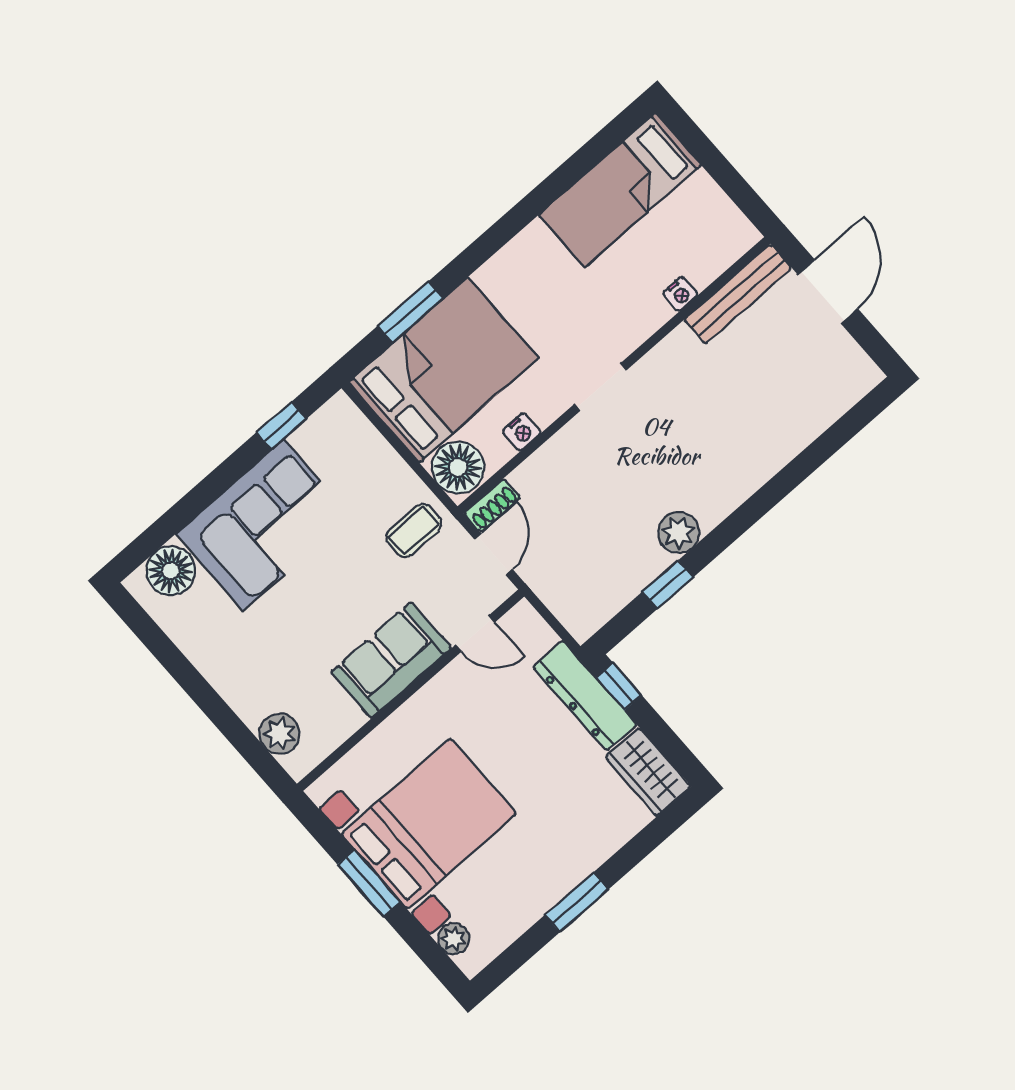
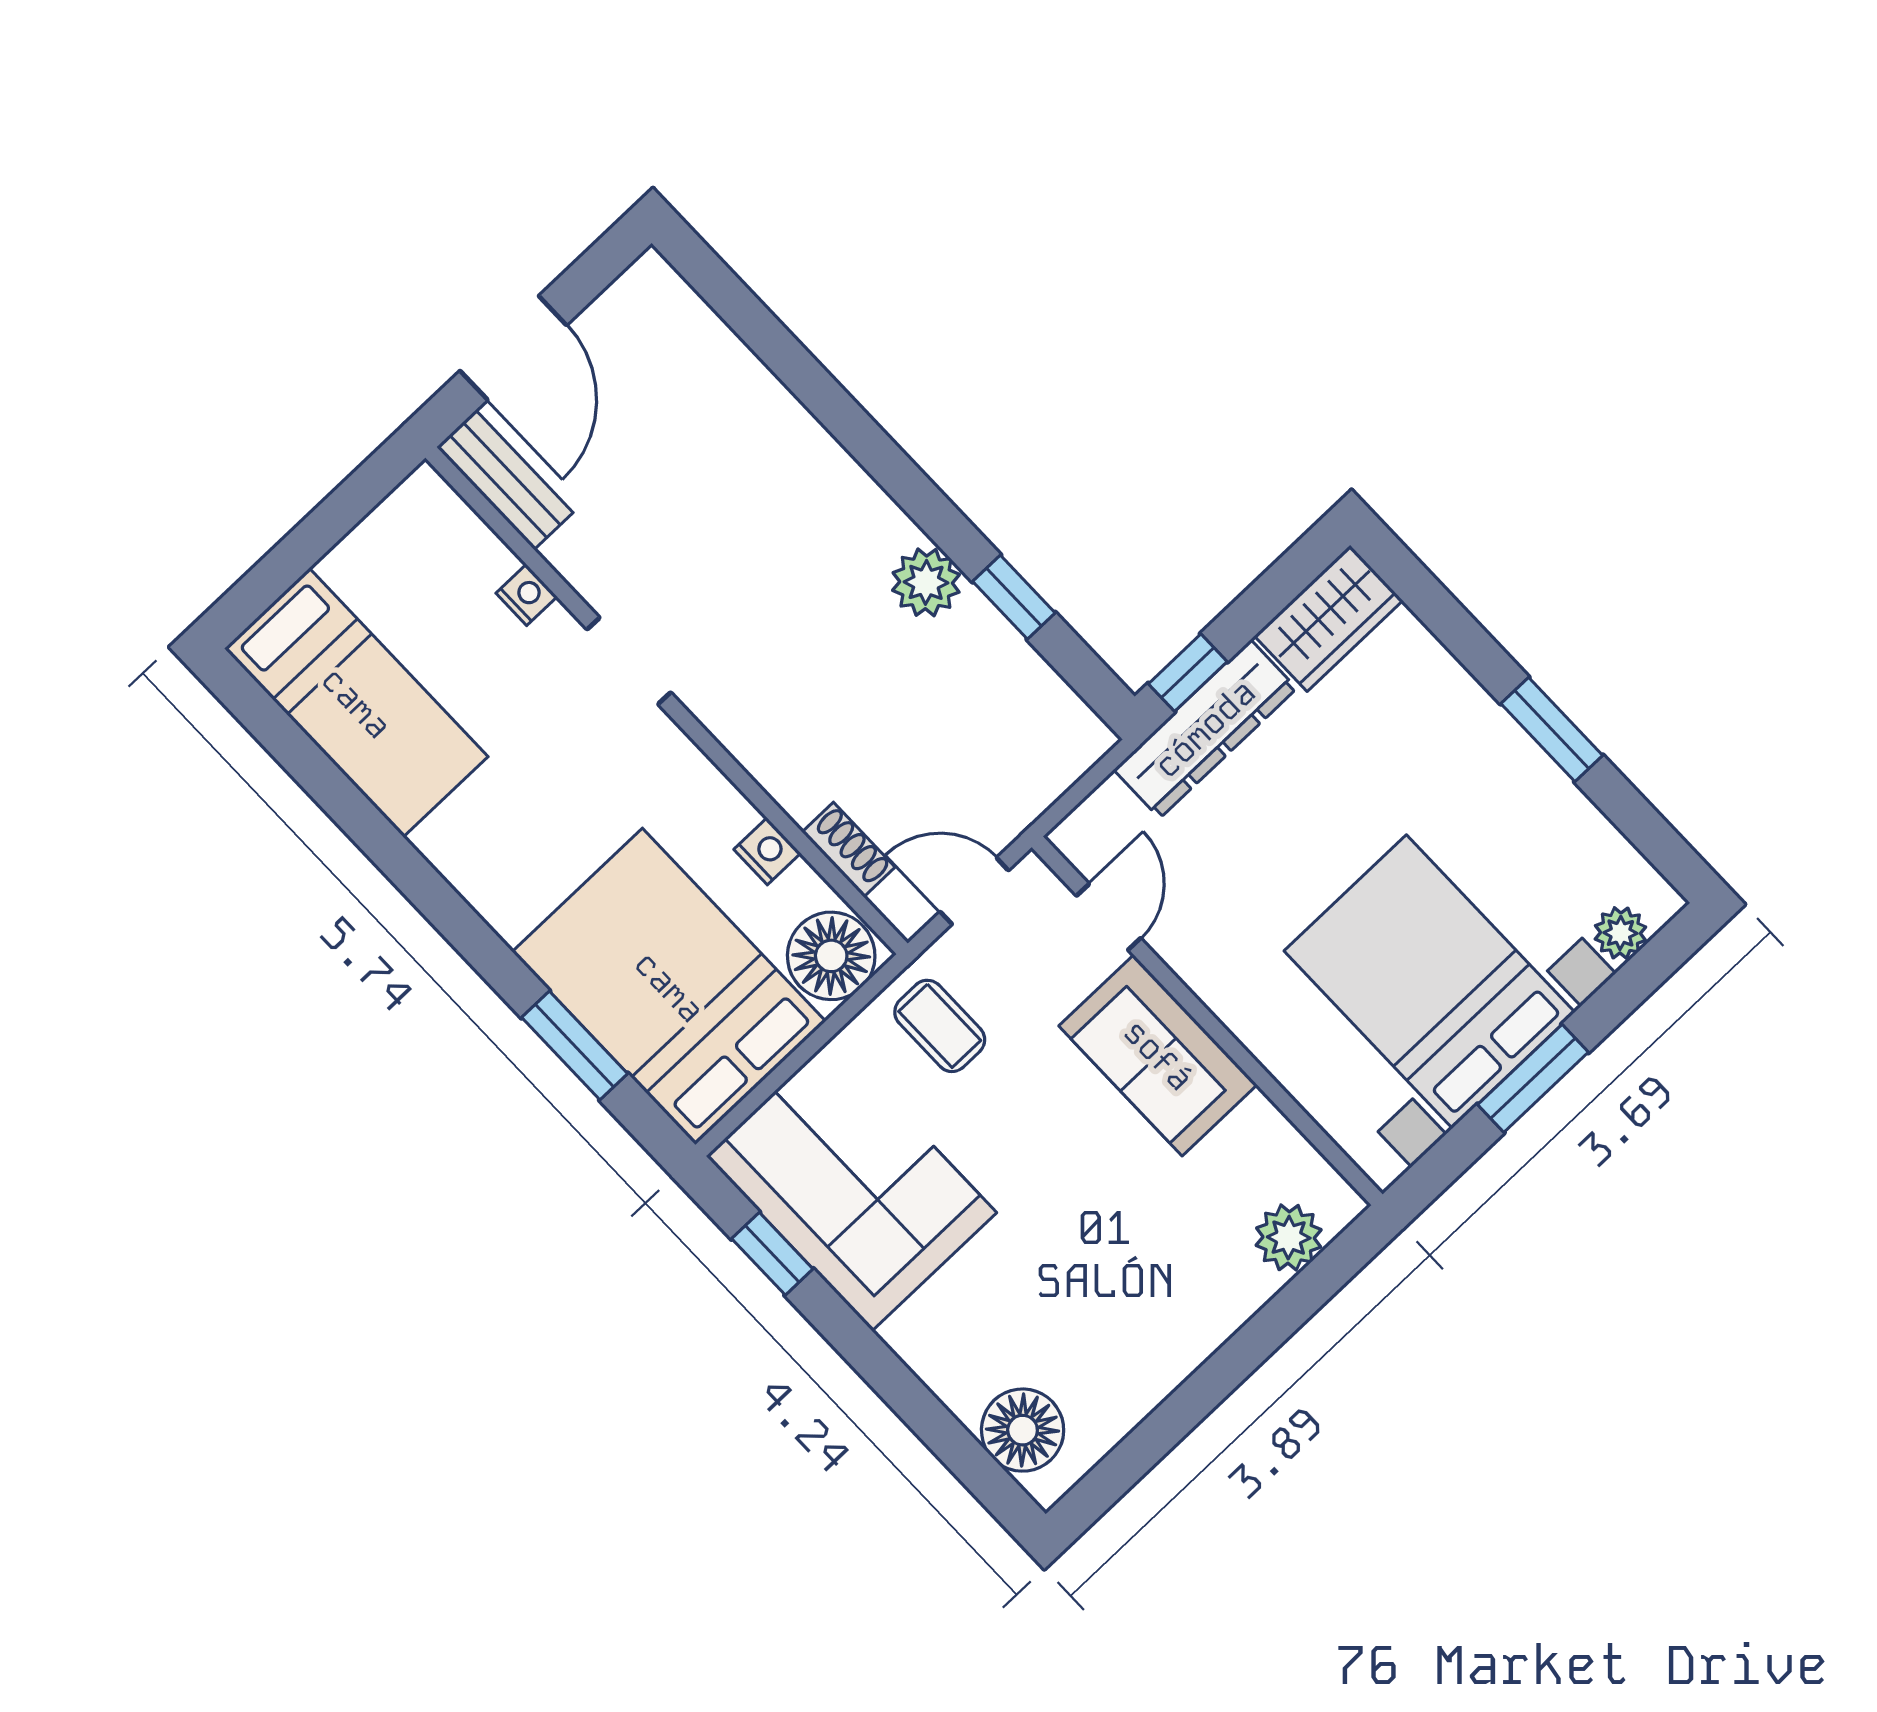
door: (828, 292) -> (513, 348), swing flipped
bench: (738, 294) -> (505, 480), width x0.73
doorway: (600, 387) -> (629, 661), moved
shoe rack: (492, 505) -> (848, 850), moved
corner sofa: (263, 525) -> (851, 1184), moved

